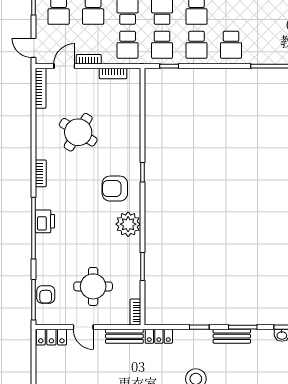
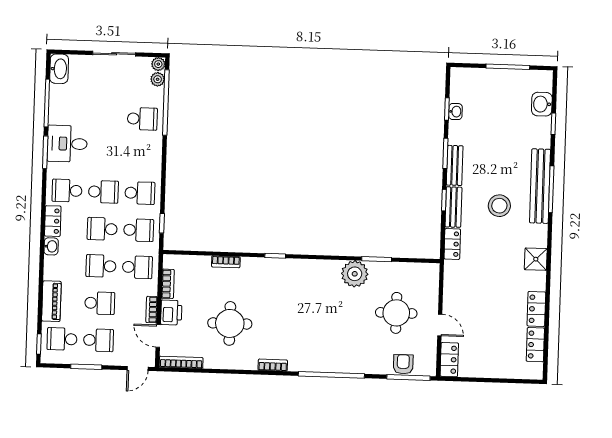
school desk: (231, 45) -> (142, 119), moved
round table: (78, 132) -> (230, 323), turned -32
armchair: (115, 189) -> (292, 286), removed
printer: (45, 221) -> (171, 312), moved, turned 90
plant: (128, 224) -> (355, 274), moved
armchair: (46, 294) -> (403, 364), turned -90
bookcase: (135, 312) -> (226, 262), moved
door: (83, 327) -> (440, 325), hinge flipped
bench: (124, 336) -> (453, 207), moved

